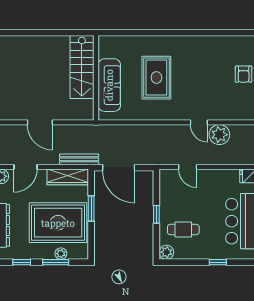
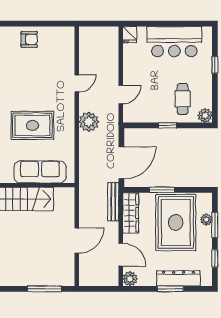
plant: (219, 135) -> (89, 122), moved

